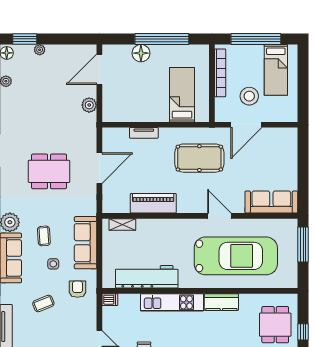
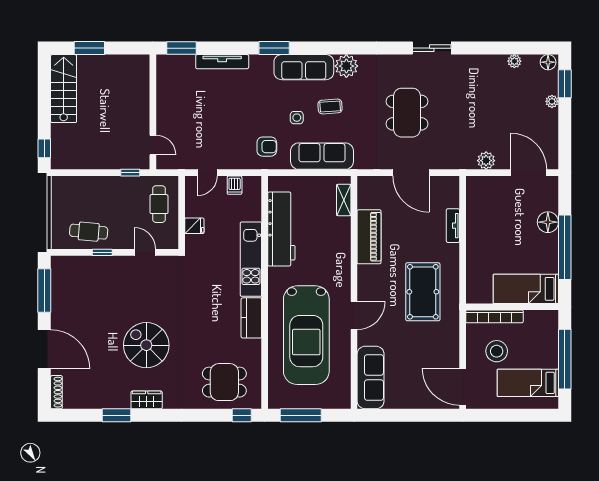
bookcase: (220, 73) -> (494, 316), moved
bed: (182, 95) -> (526, 289), moved, turned 180
door: (246, 125) -> (463, 387), moved
window: (303, 244) -> (301, 415), moved
dishwasher: (110, 300) -> (235, 185), moved
coffee table: (43, 304) -> (250, 106), removed
window: (303, 332) -> (242, 415), moved

